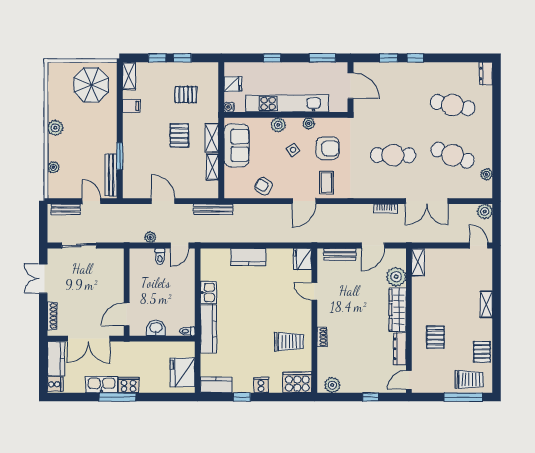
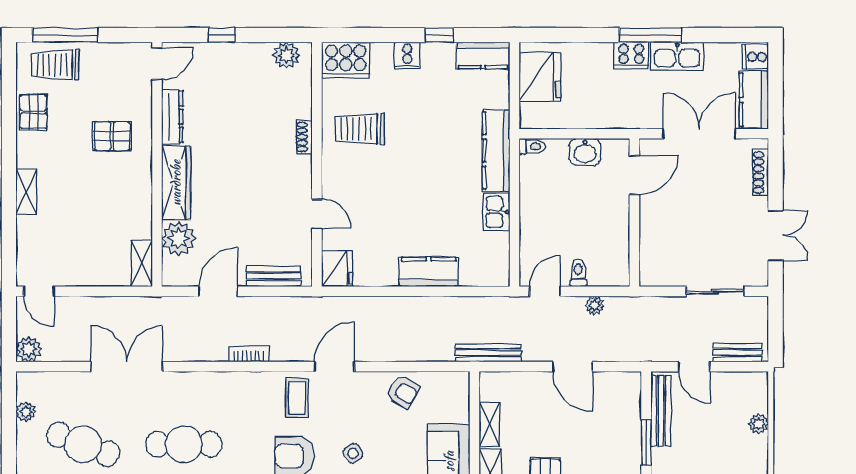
bookcase: (386, 209) -> (249, 354), moved
pallet: (435, 337) -> (112, 136), turned 90

